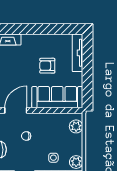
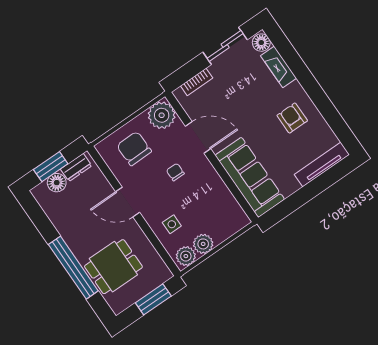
armchair: (47, 66) -> (292, 118), moved
plant: (76, 126) -> (203, 244), moved

